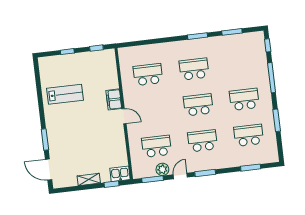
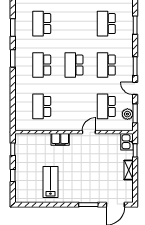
school desk: (244, 99) -> (42, 24), moved
door: (124, 116) -> (89, 132), moved
plant: (162, 169) -> (127, 114), moved

